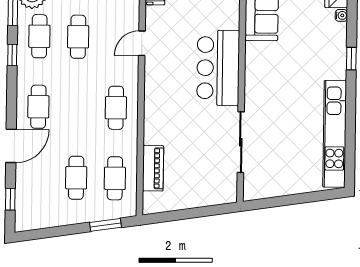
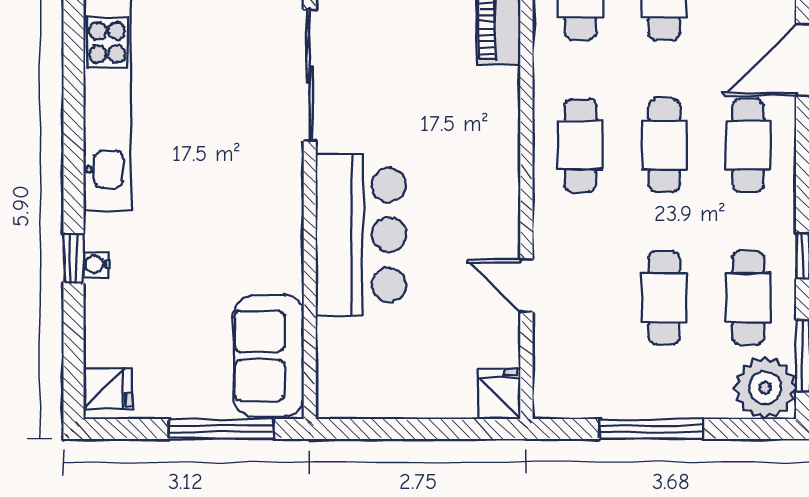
water cooler: (341, 15) -> (96, 264), moved
door: (142, 43) -> (526, 285), swing flipped
cafe table: (77, 107) -> (664, 145), added

